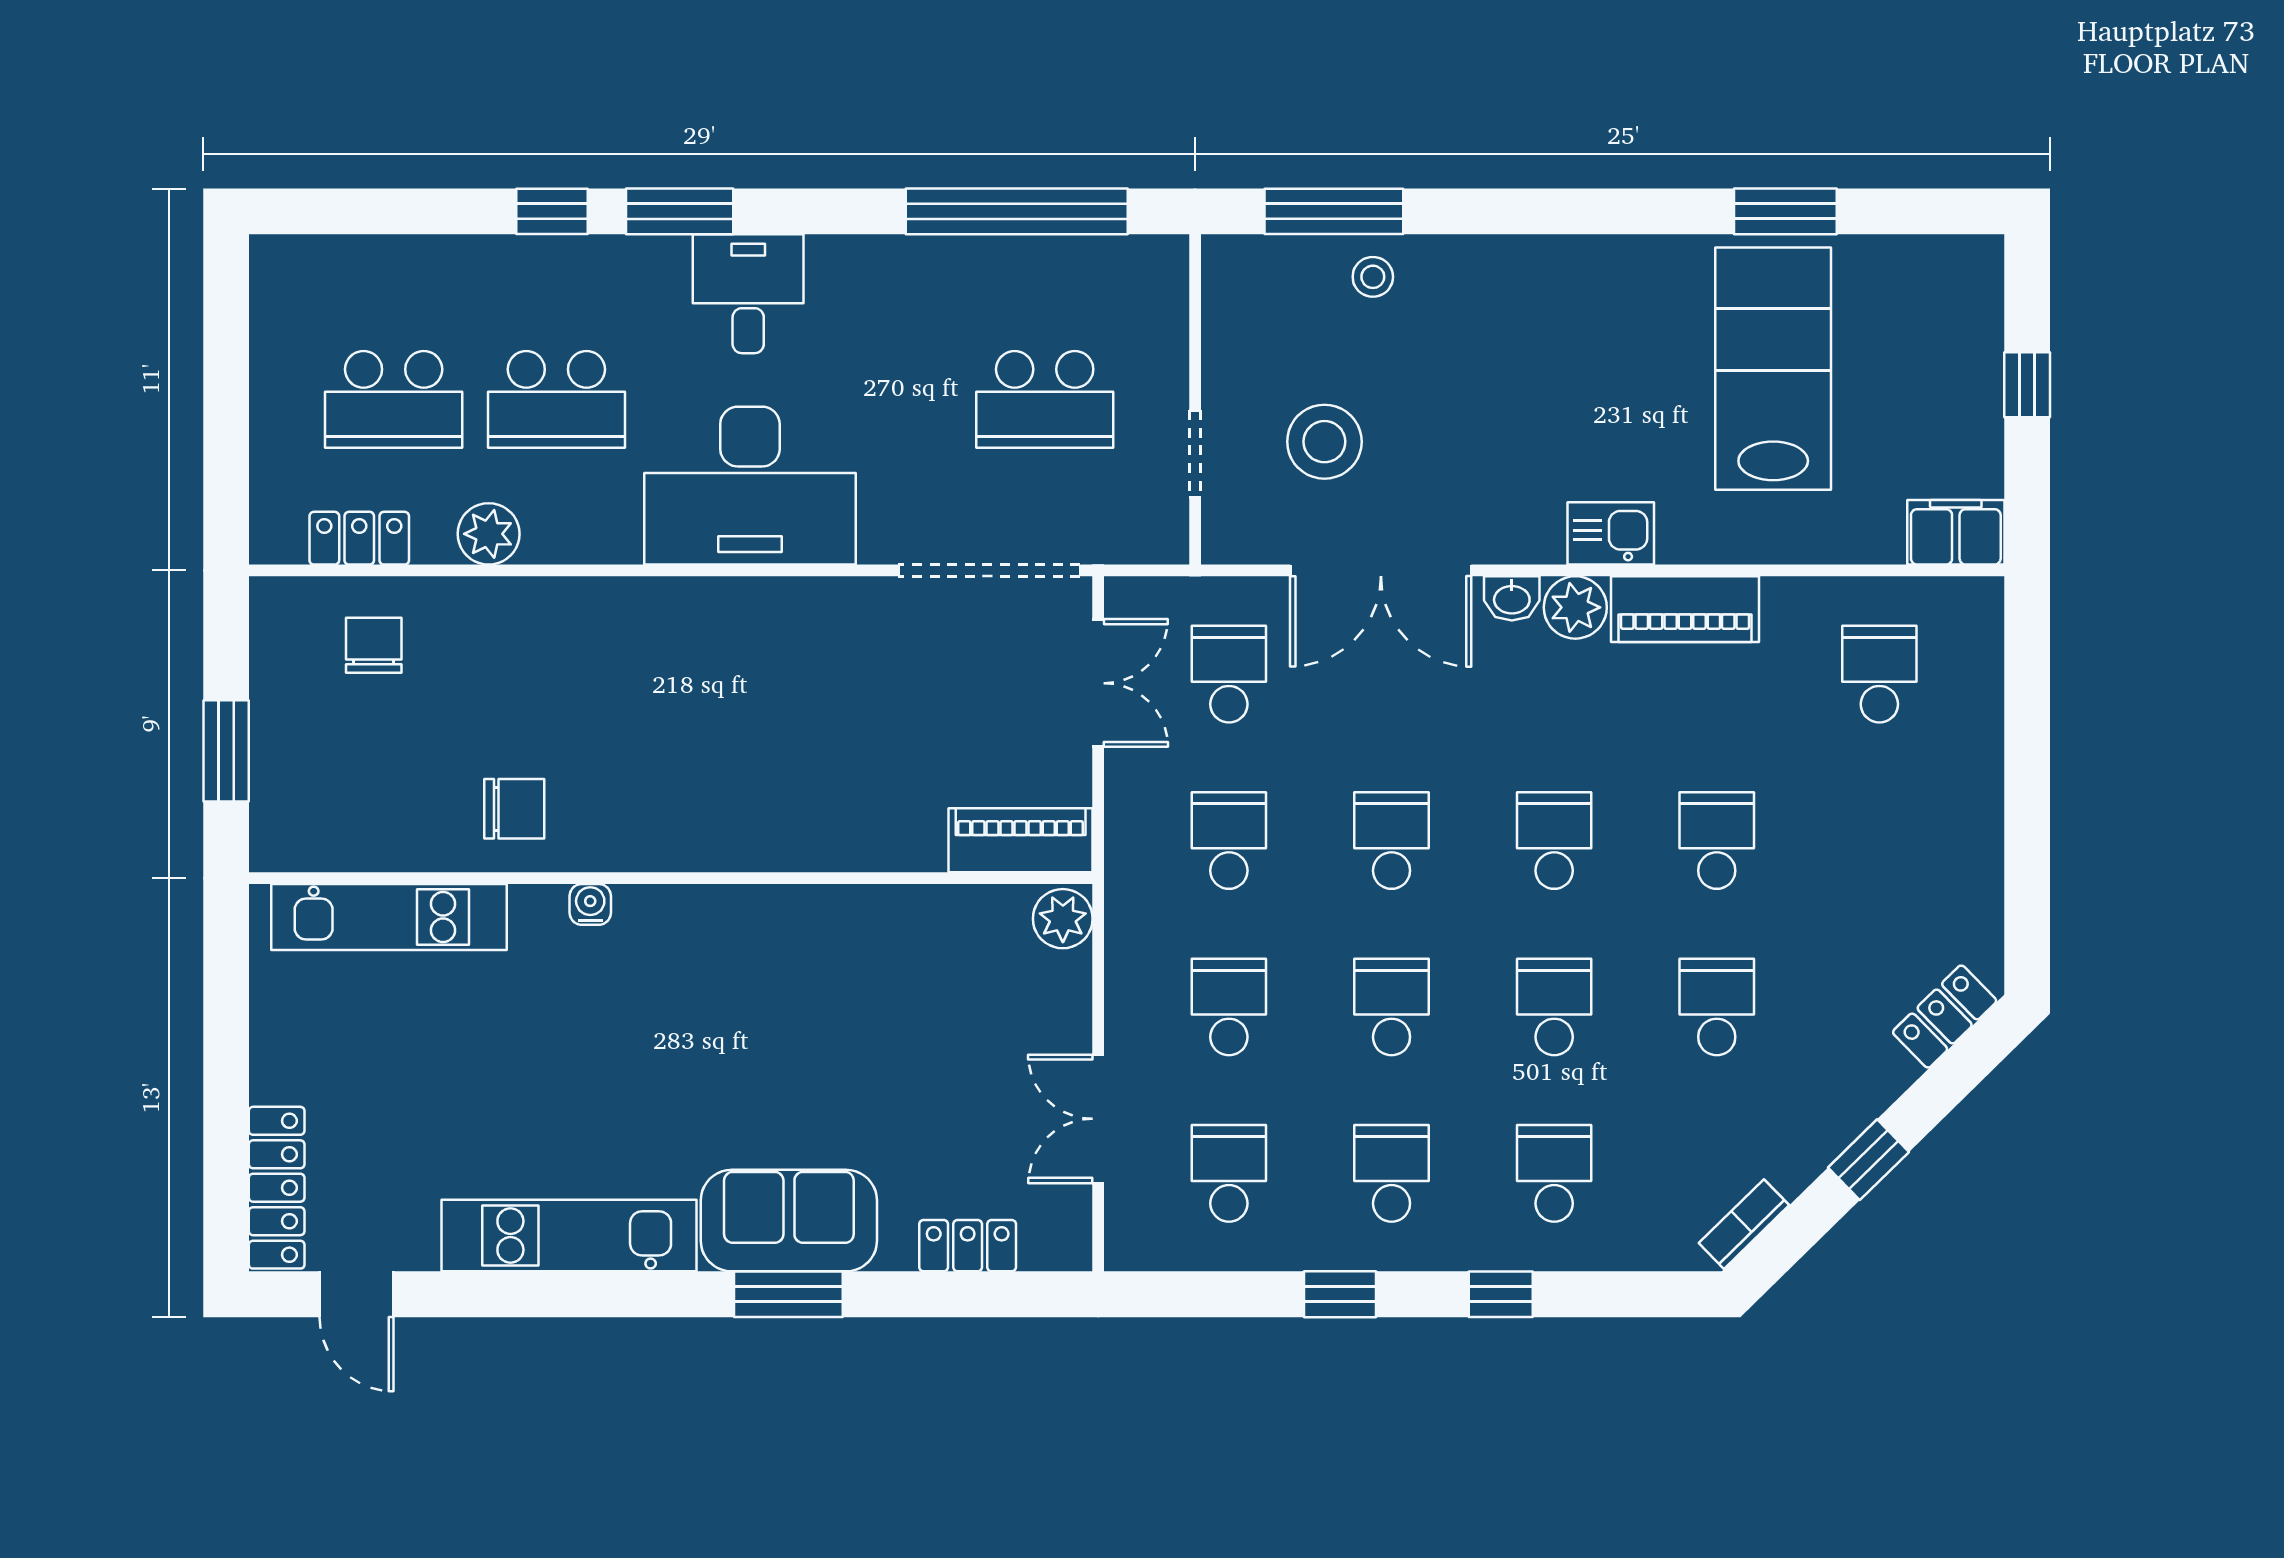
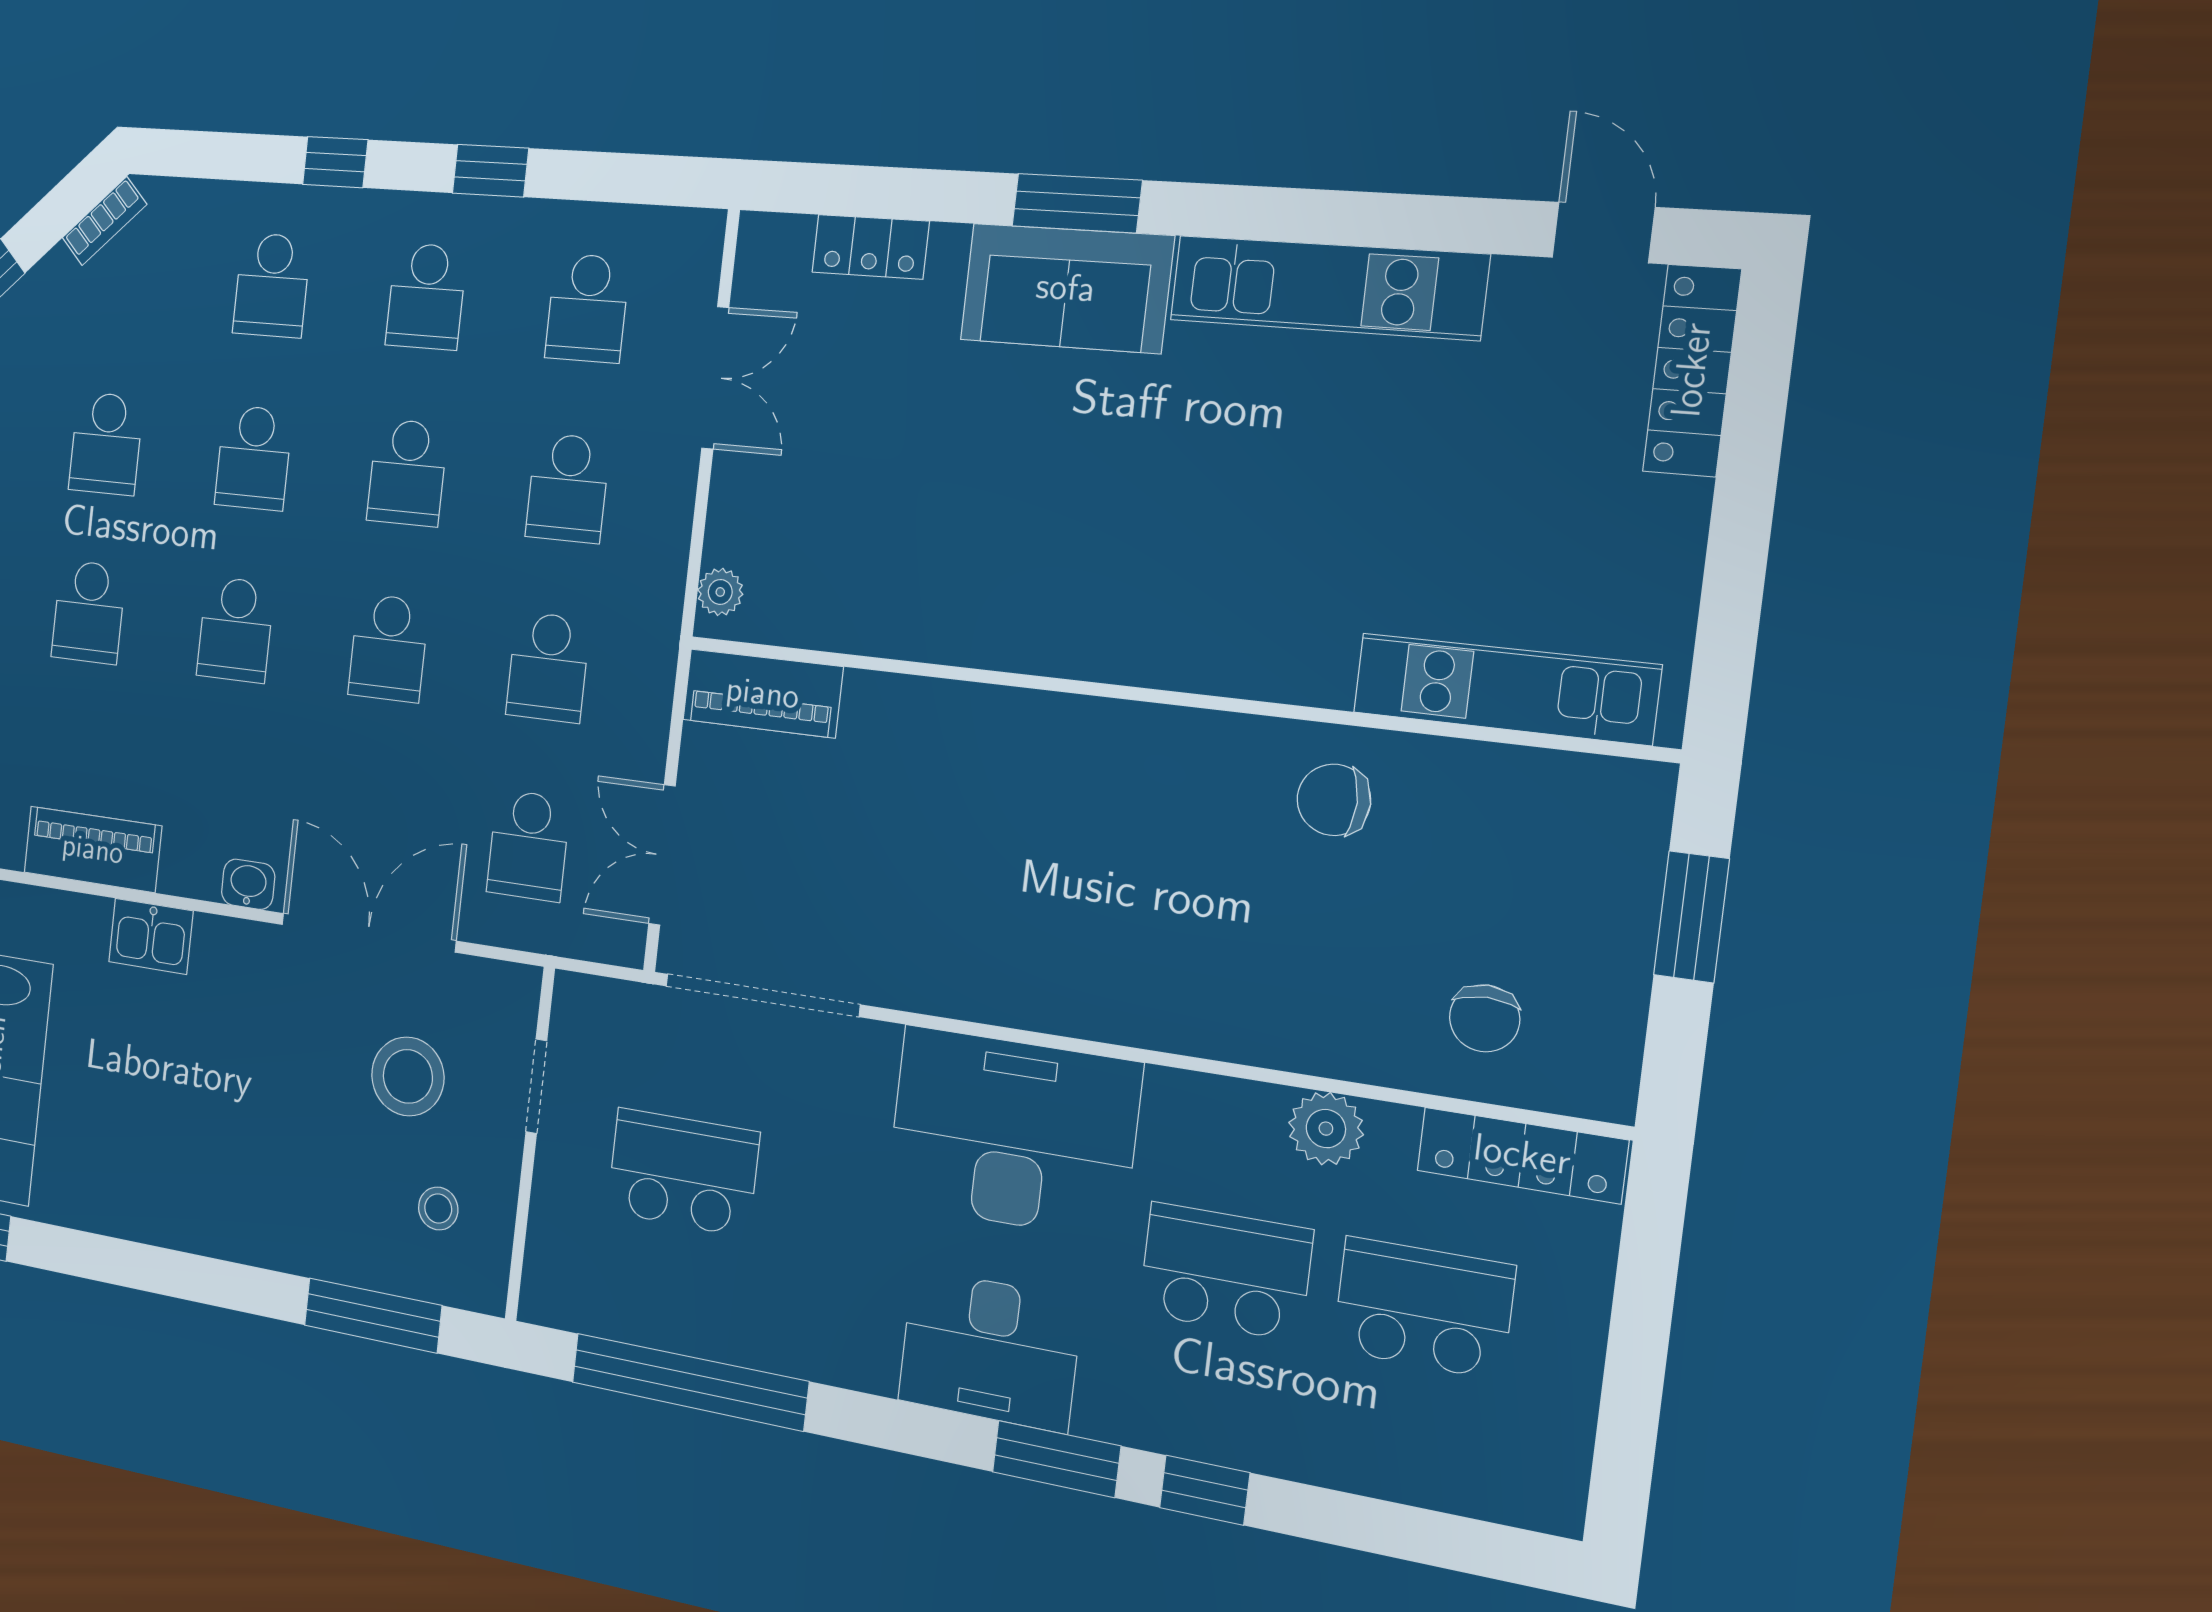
stool: (1373, 277) -> (438, 1209), moved
desk: (748, 294) -> (990, 1350), width x1.37
locker: (359, 538) -> (1522, 1155), width x1.53
plant: (1575, 607) -> (191, 866), removed
water cooler: (590, 904) -> (1256, 676), removed
plant: (1063, 919) -> (720, 592), width x0.73, depth x0.73

